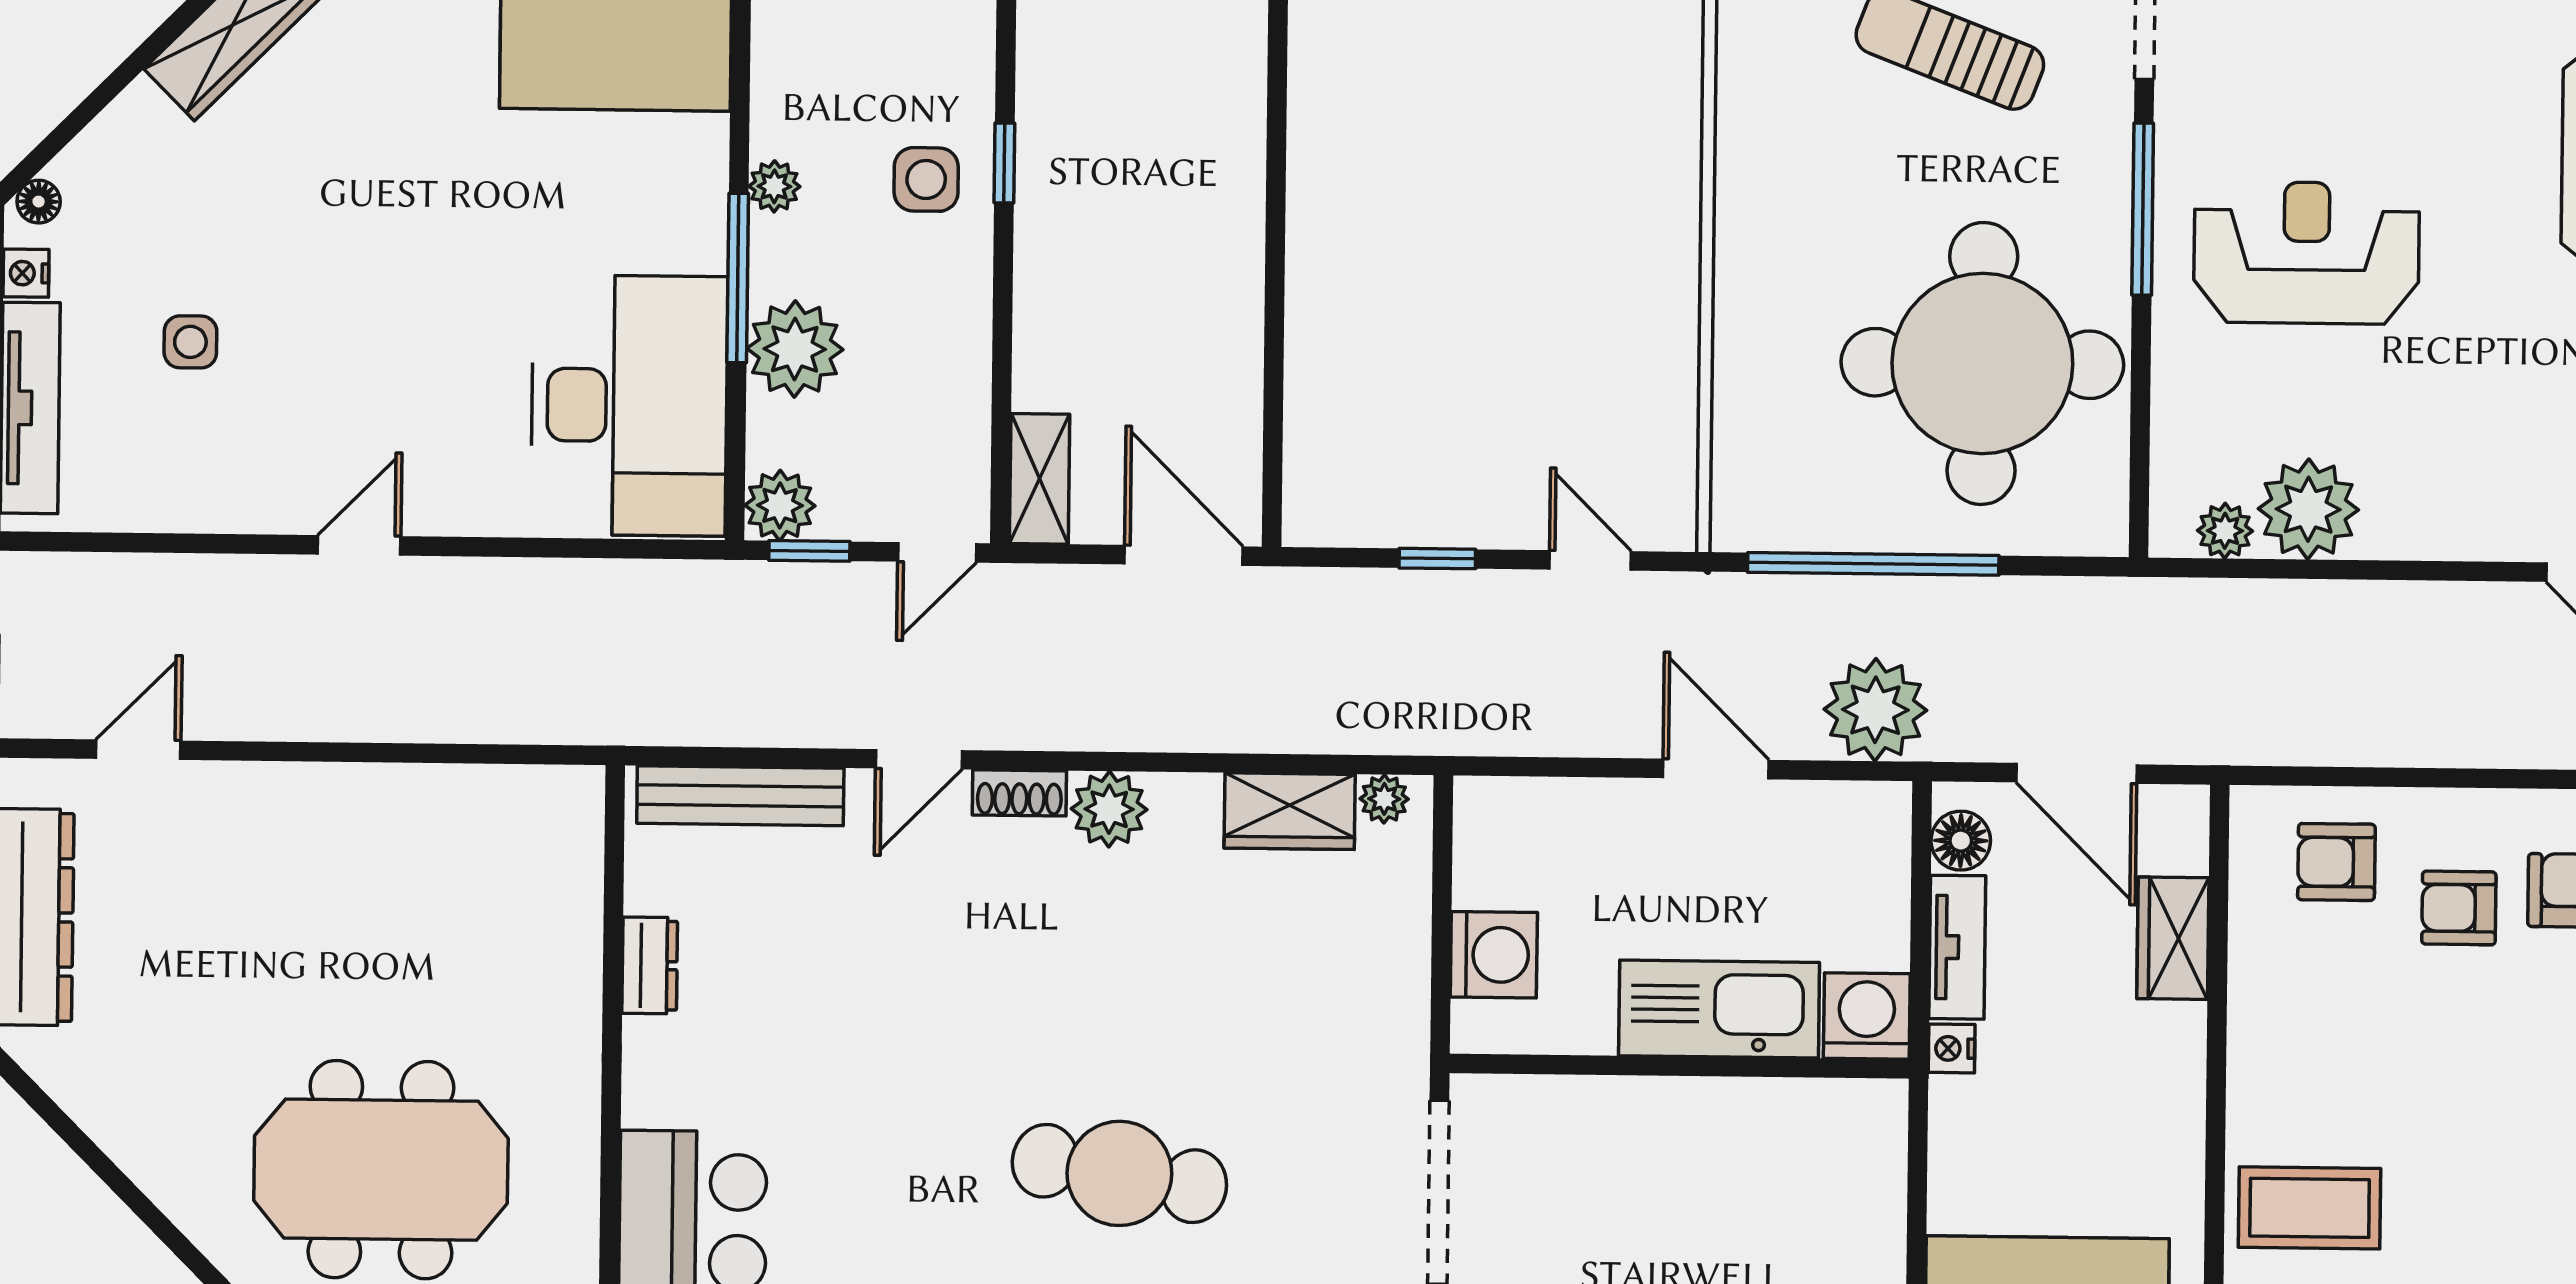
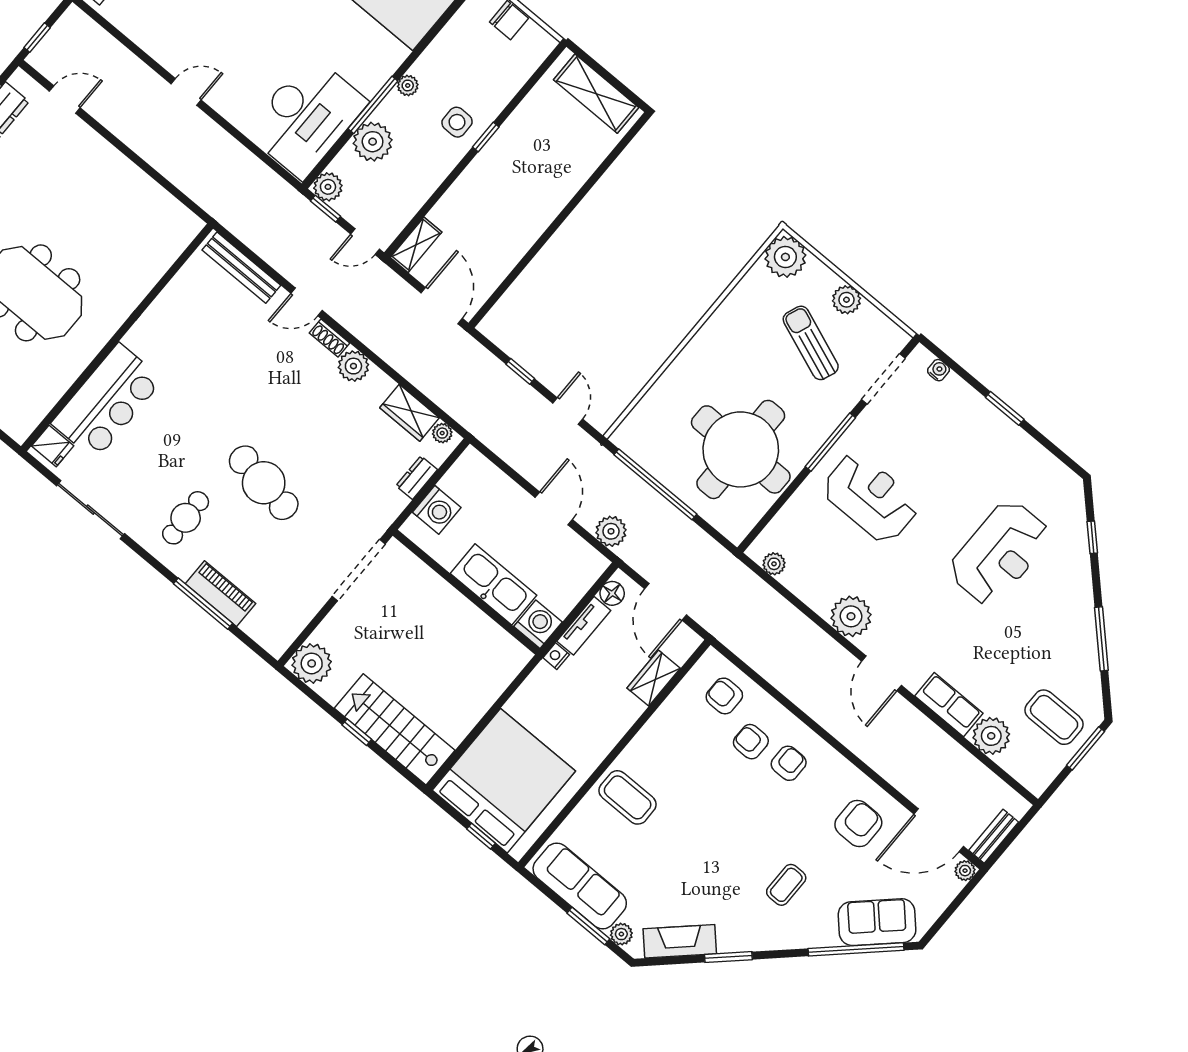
plant: (2308, 509) -> (851, 616), moved
plant: (1875, 710) -> (611, 531), width x0.73, depth x0.73
dresser: (650, 965) -> (417, 478), moved, turned 180

